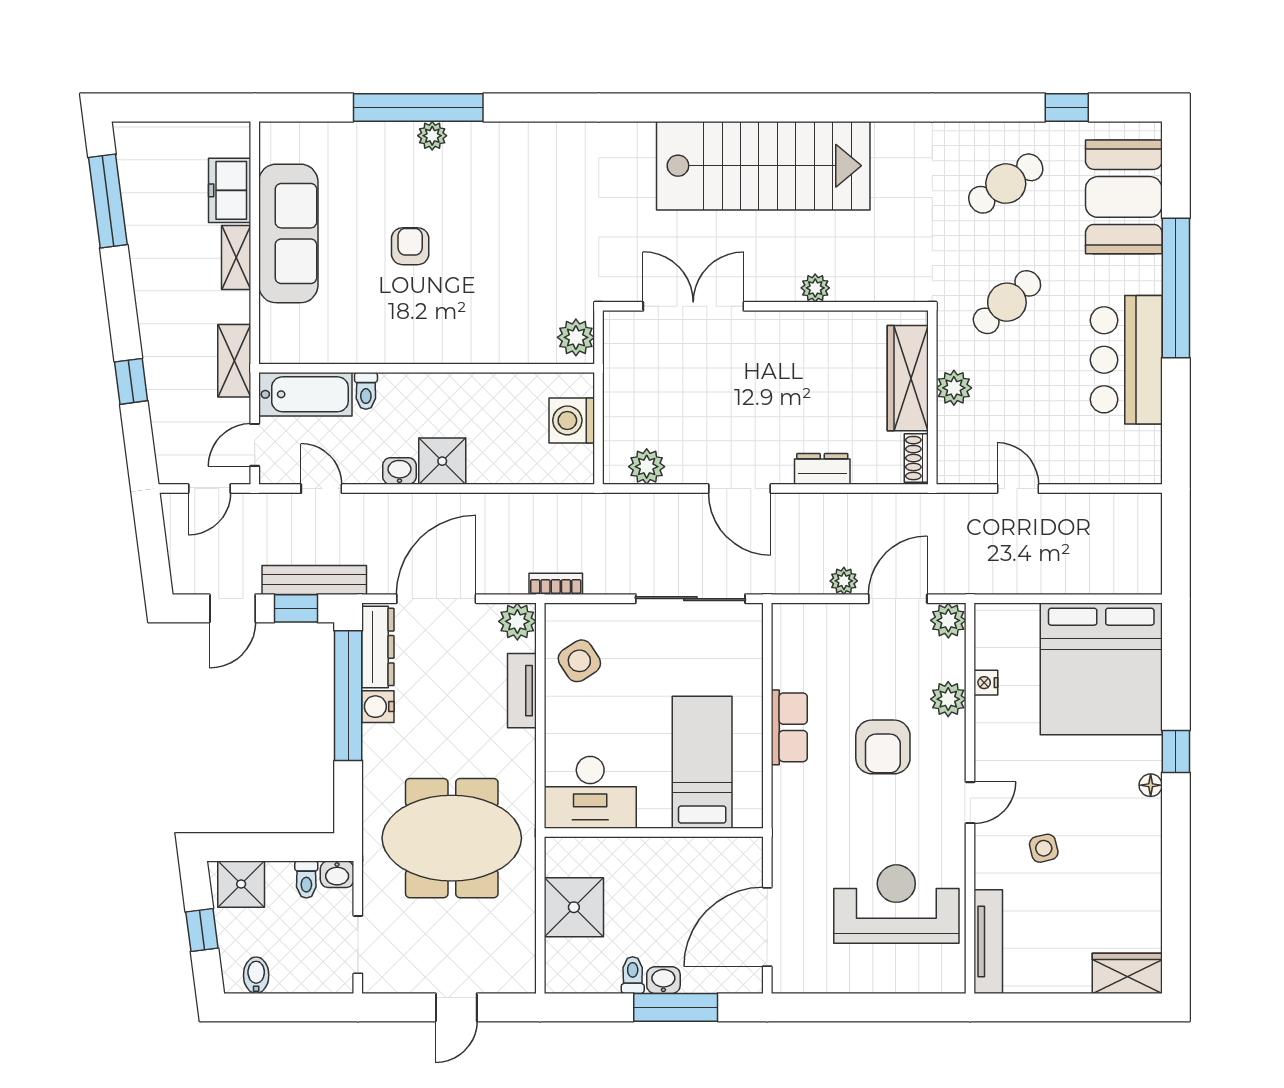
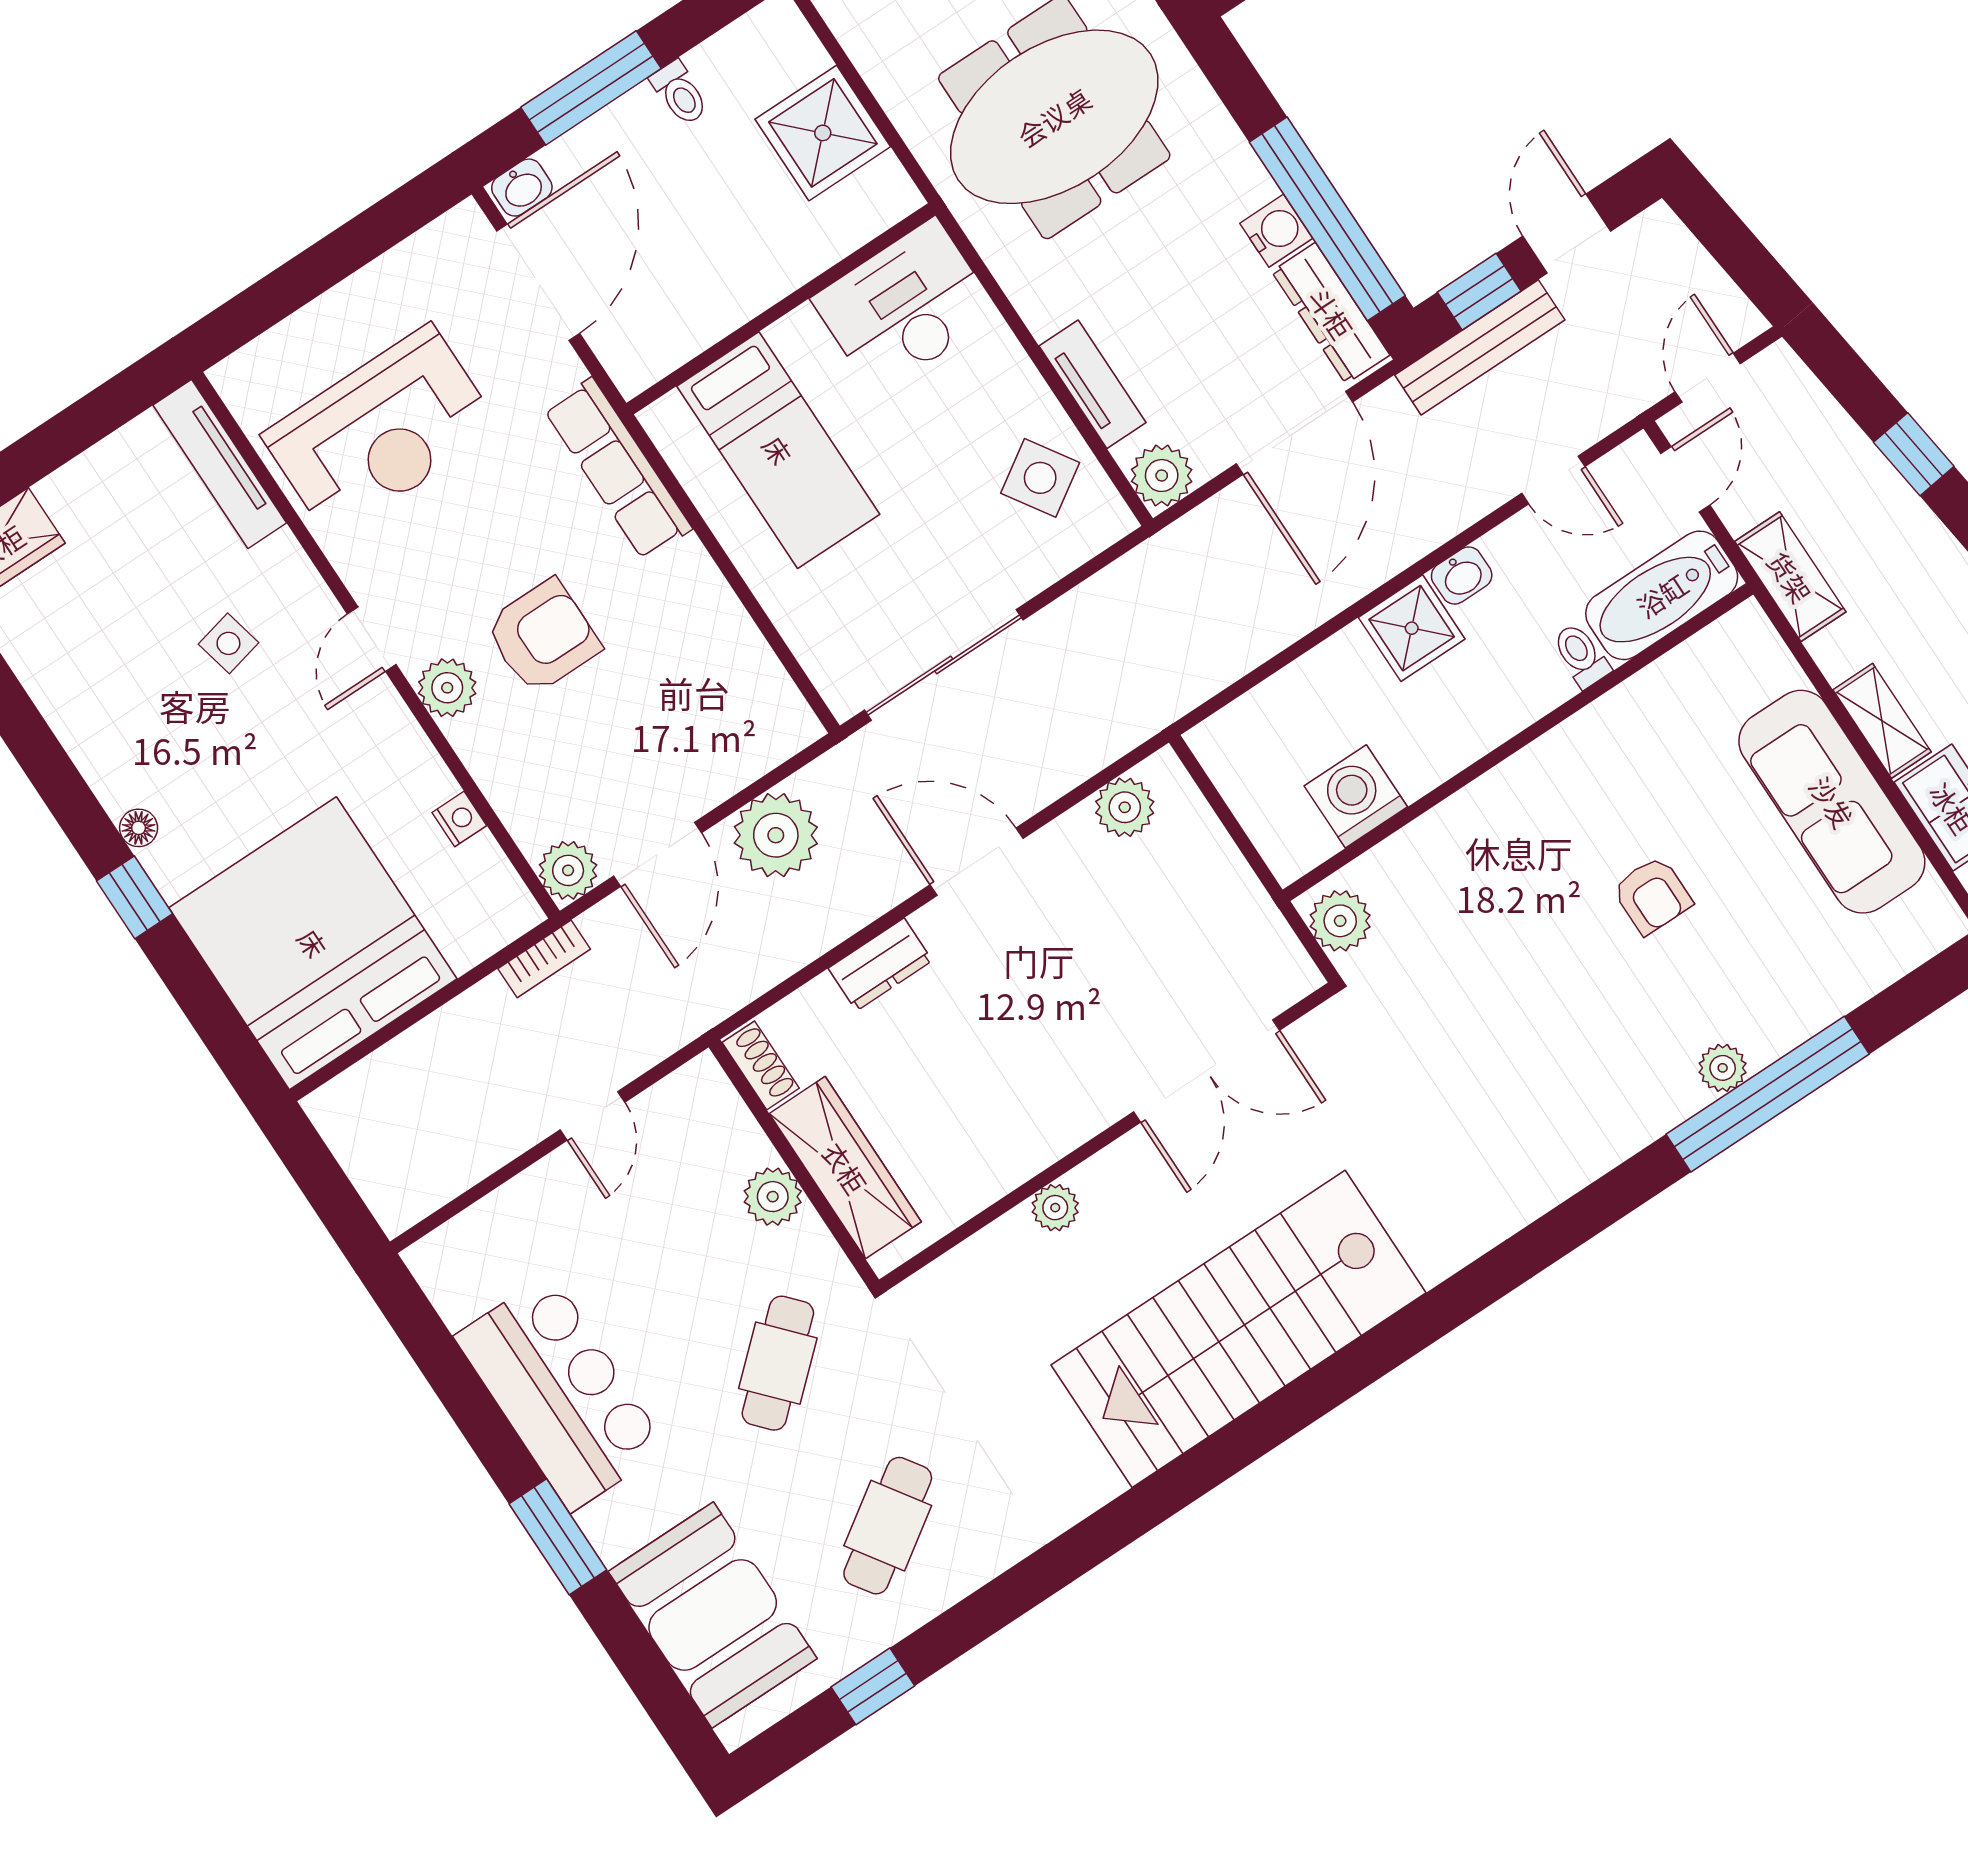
window: (1176, 288) -> (558, 1537), width x0.47
washing machine: (572, 420) -> (1356, 796), moved, turned -90
door: (1018, 489) -> (592, 1116), hinge flipped
plant: (844, 581) -> (776, 835), width x1.88, depth x1.88
bookcase: (556, 584) -> (544, 959), moved
plant: (948, 699) -> (447, 688), moved
row of seats: (789, 727) -> (618, 469), moved, width x1.48
armchair: (883, 747) -> (543, 636), turned 90
washbasin: (663, 980) -> (522, 188), moved

